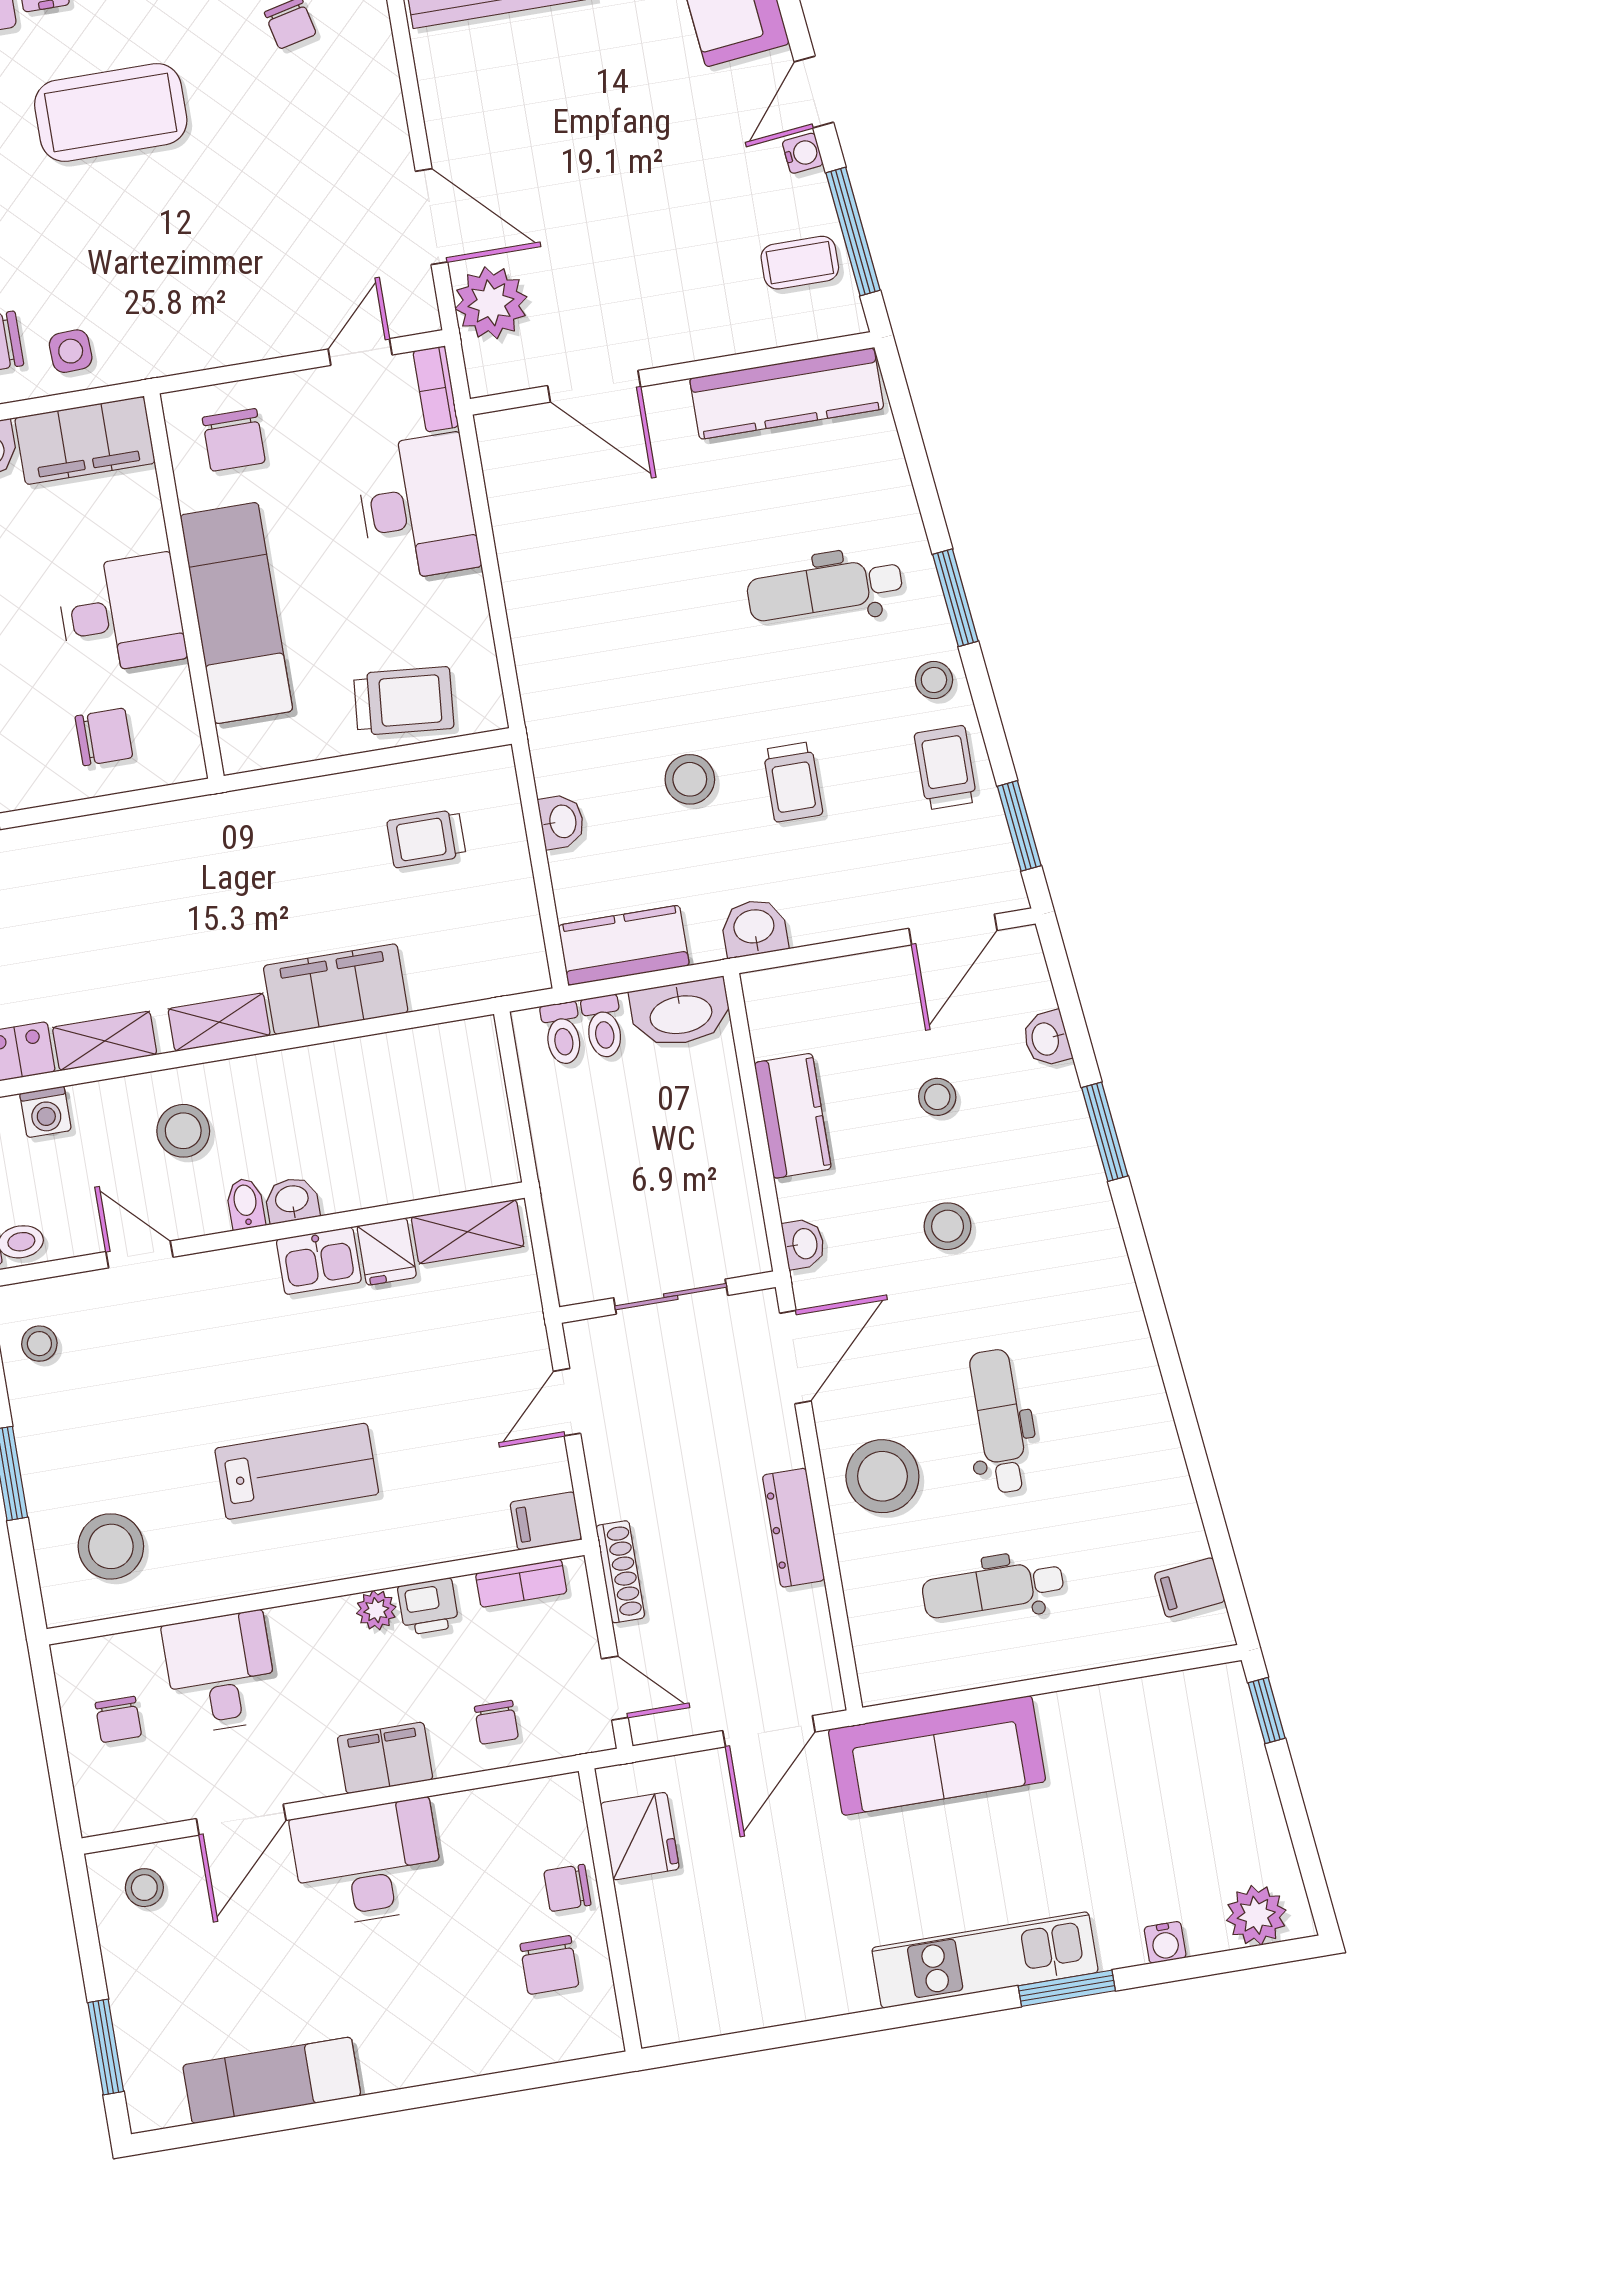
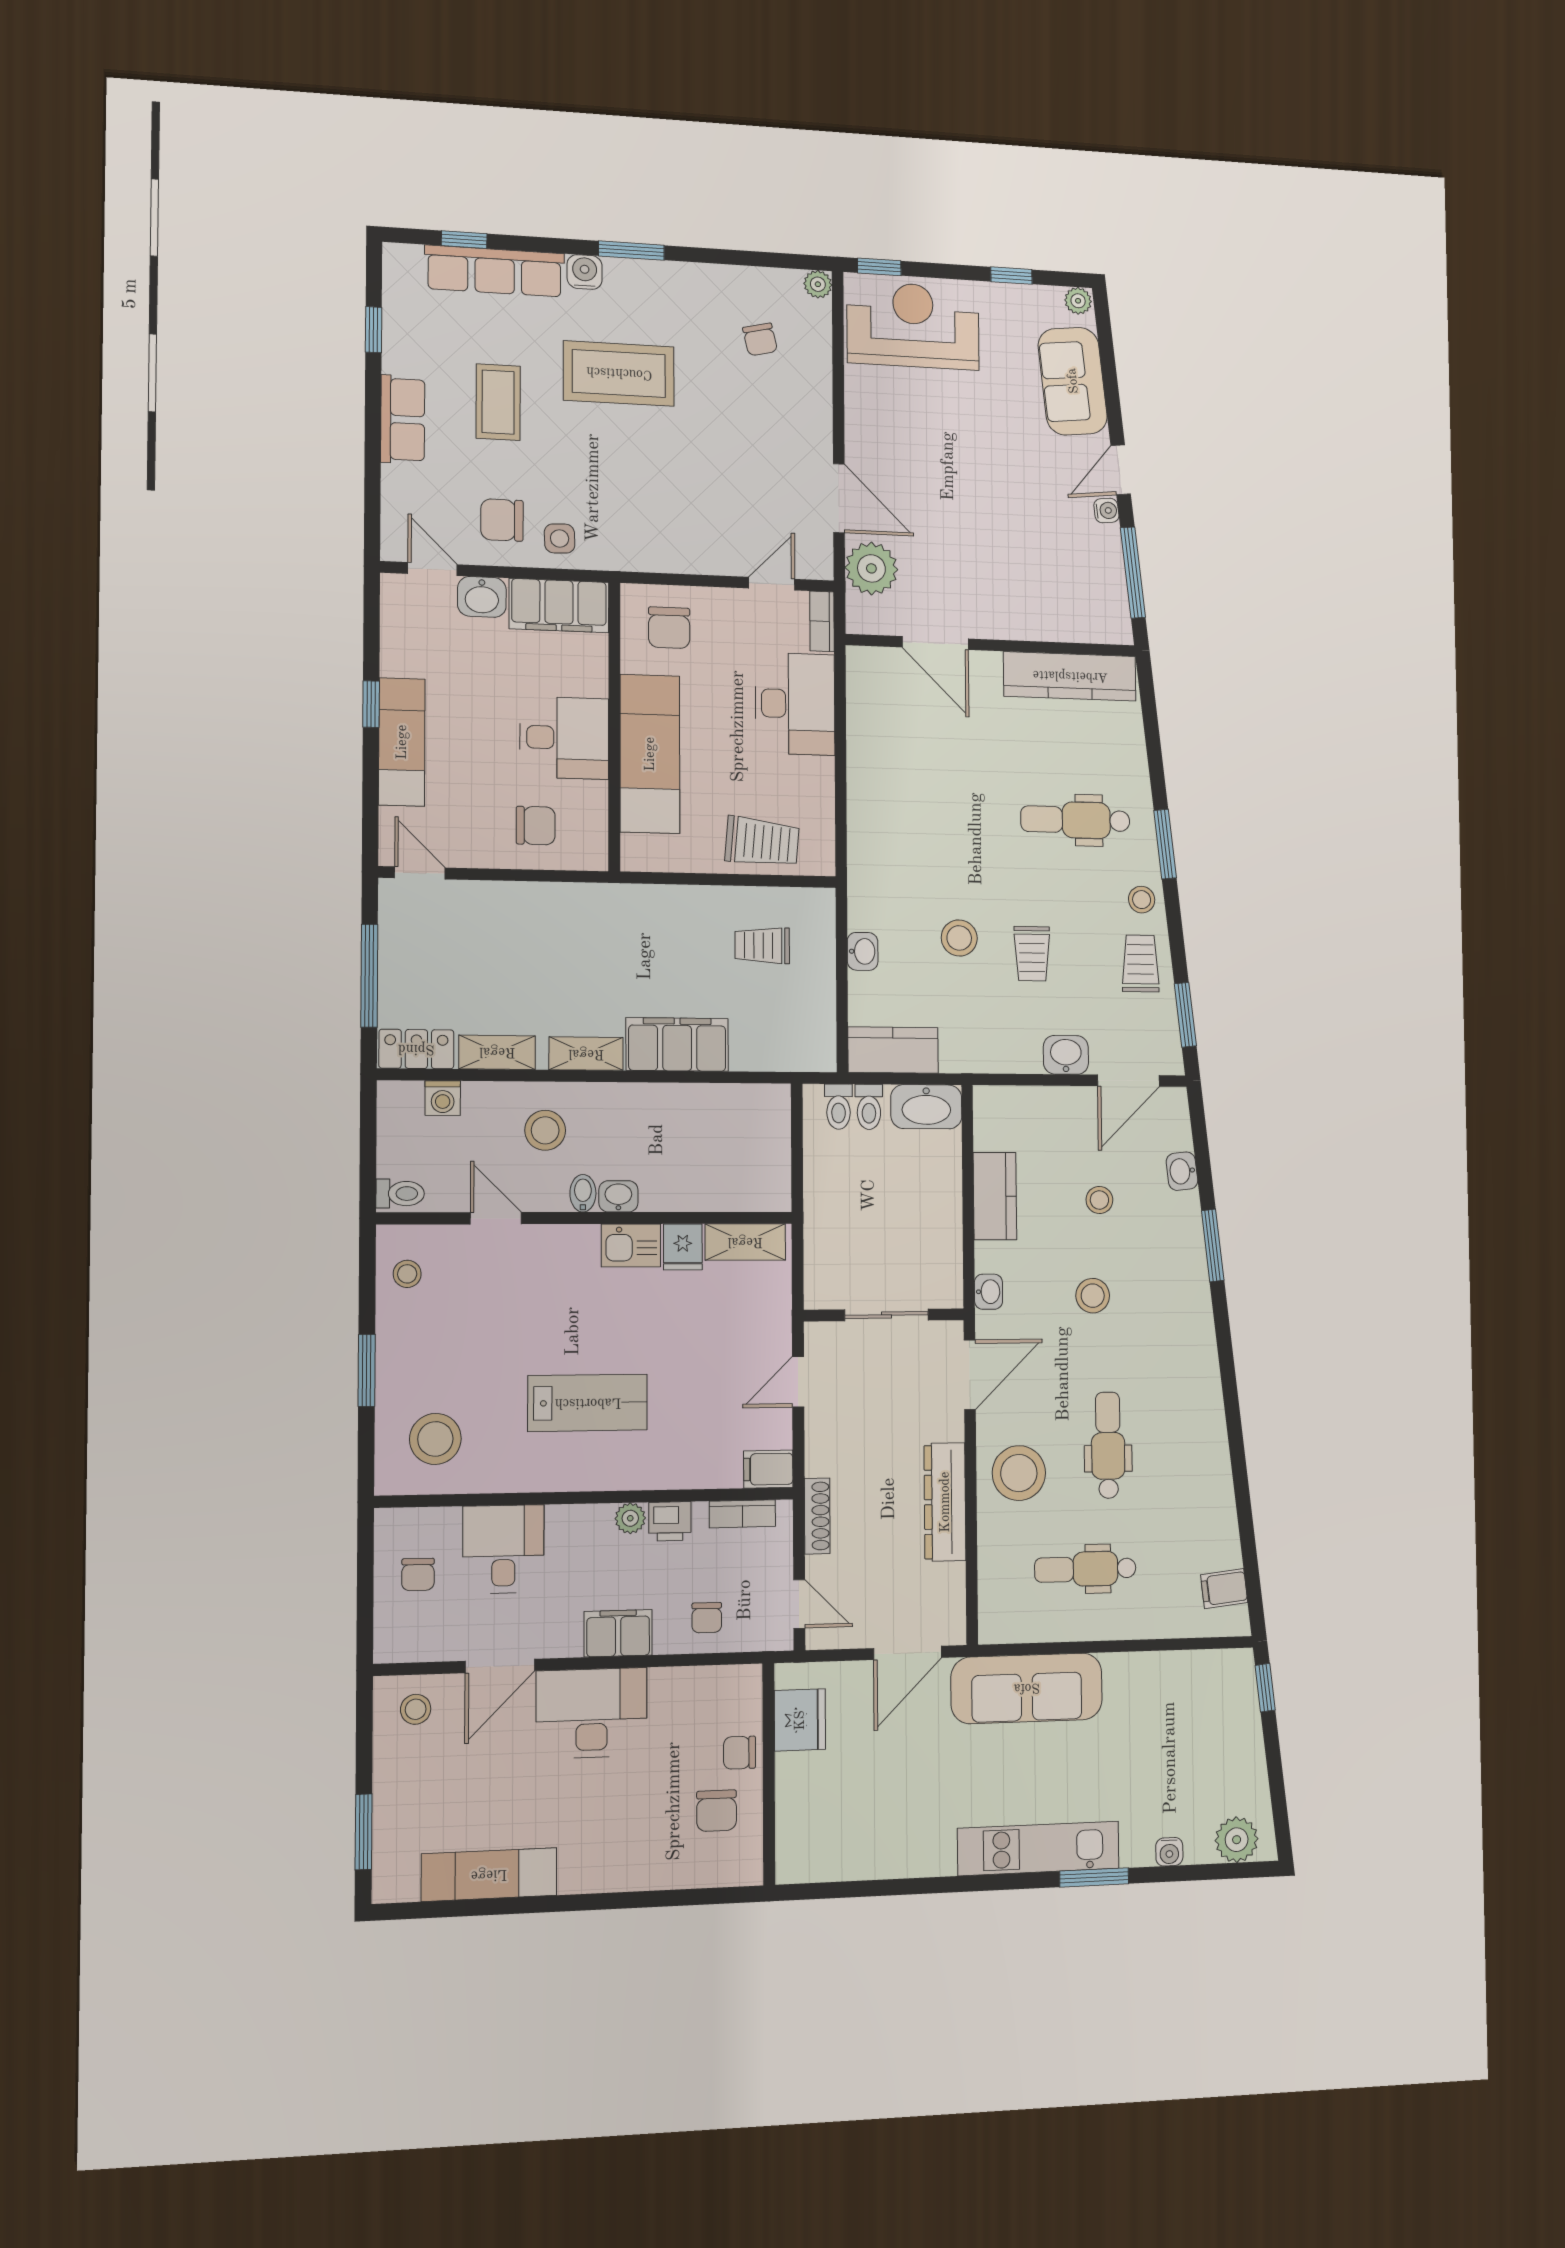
coffee table: (800, 263) -> (1093, 586), removed
washbasin: (754, 928) -> (1066, 1055), moved
dresser: (793, 1528) -> (945, 1502), width x1.37, depth x1.24

